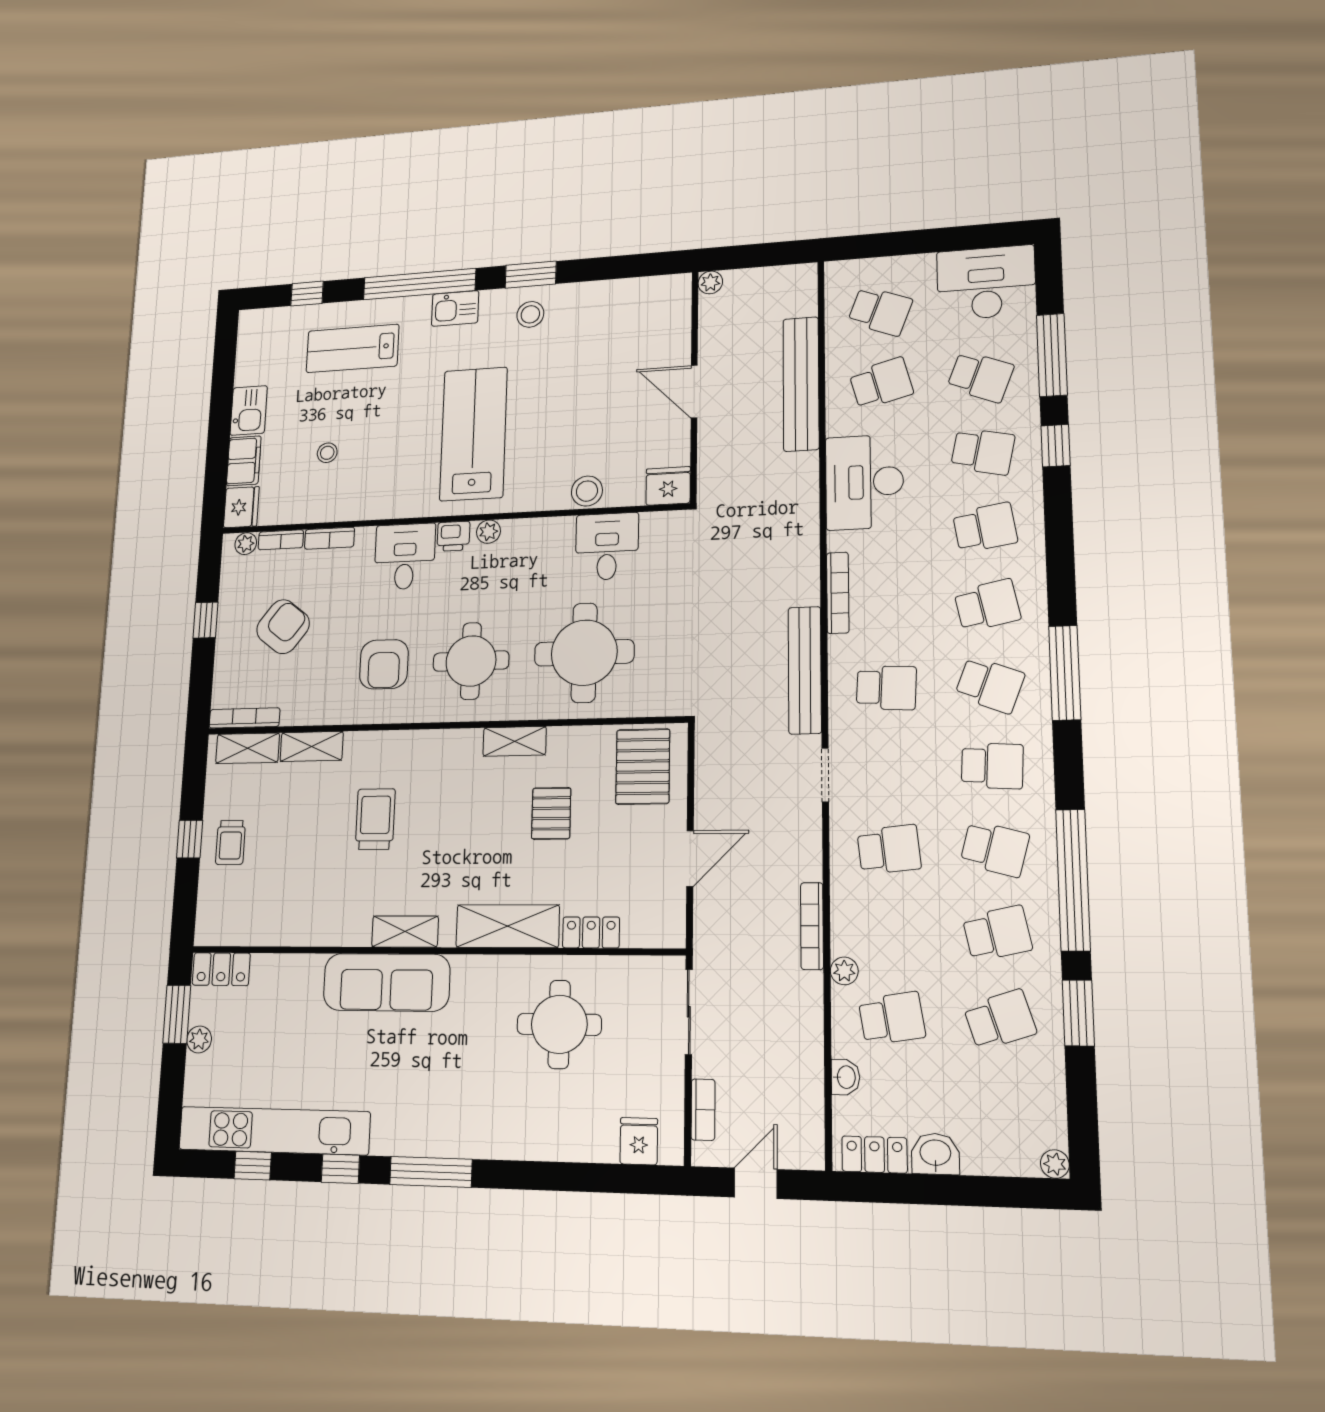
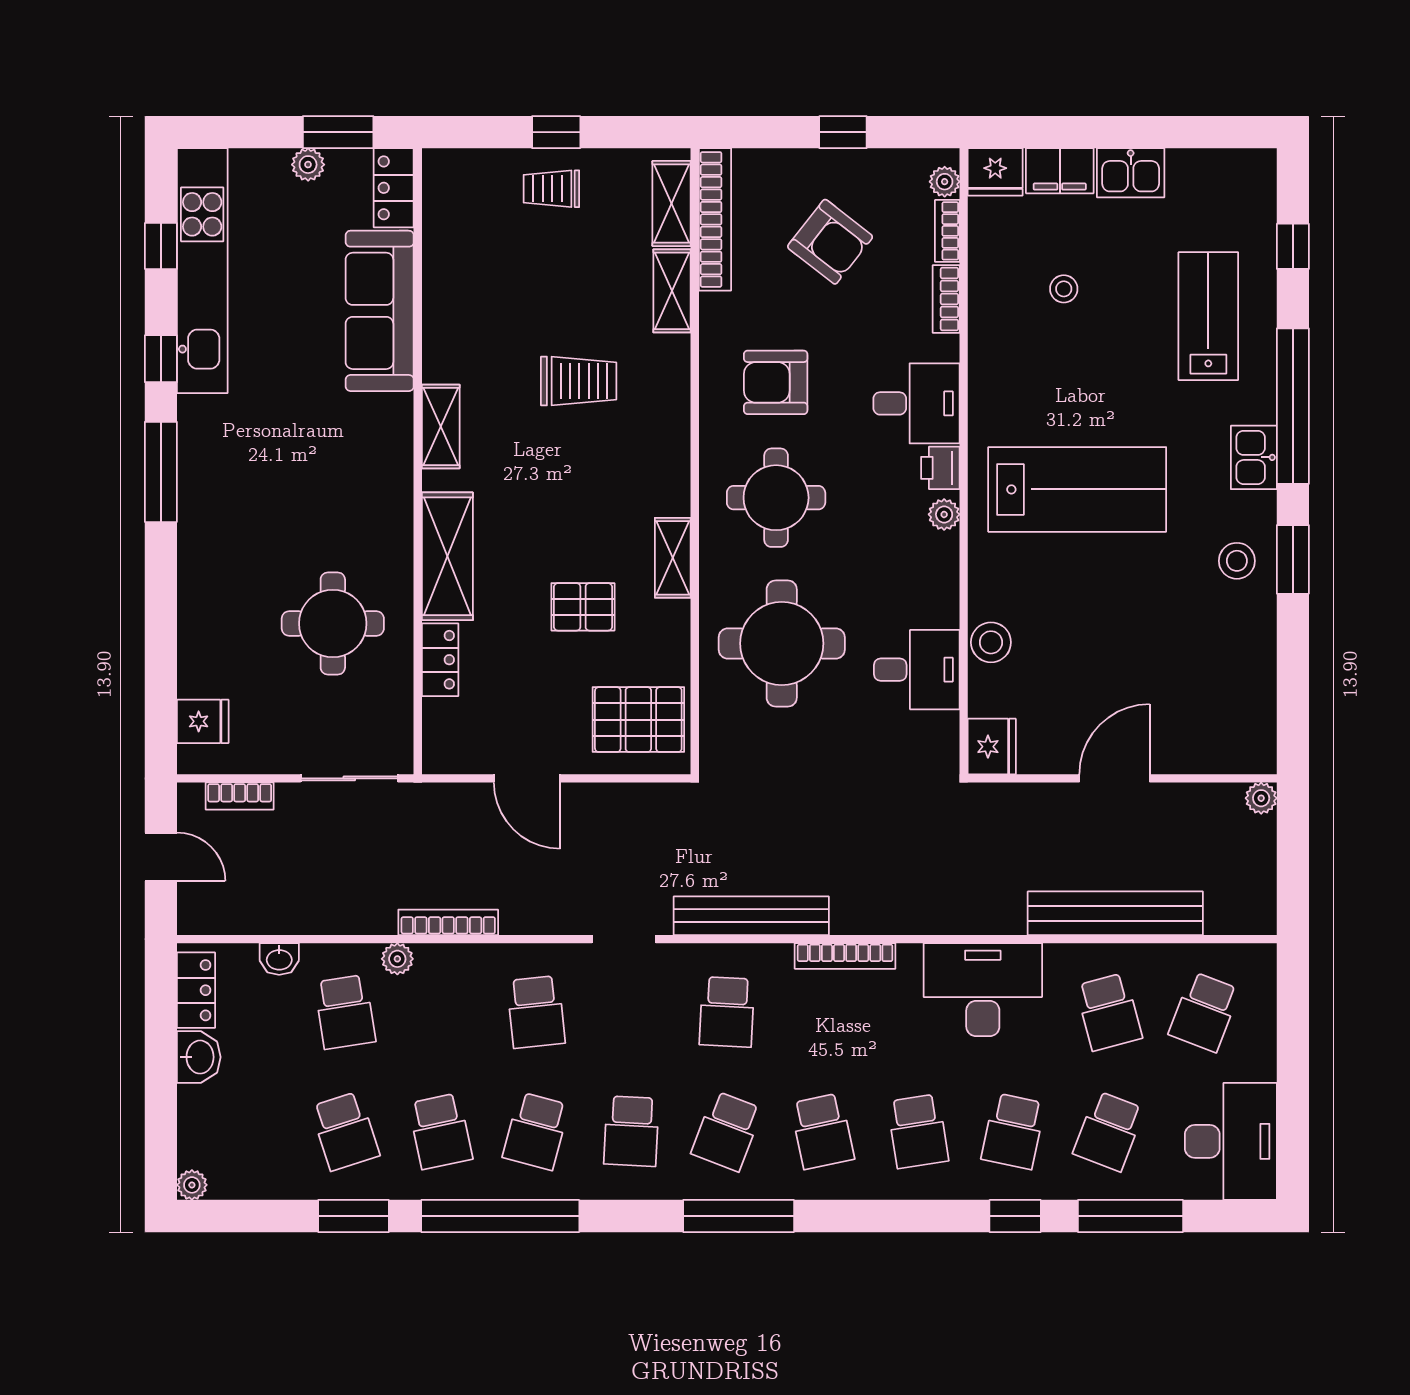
bookcase: (244, 718) -> (715, 219), width x1.48, depth x1.31
sofa: (387, 982) -> (380, 311), moved

